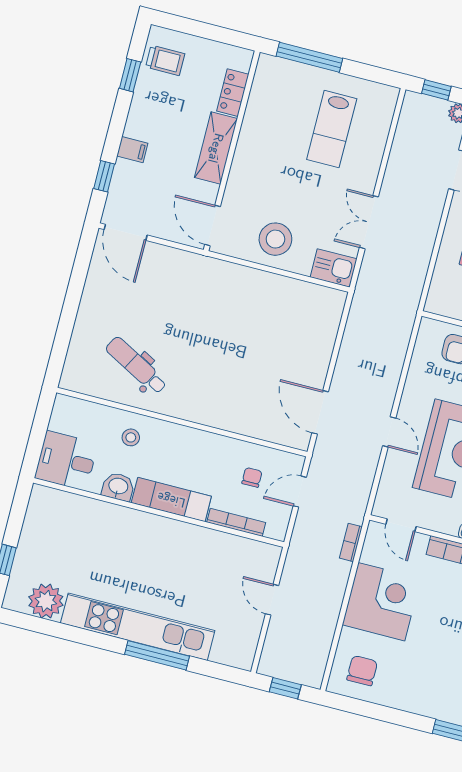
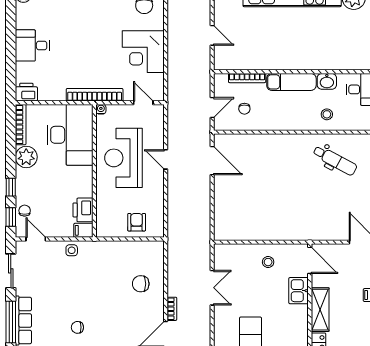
stool: (275, 239) -> (268, 262), width x0.53, depth x0.53
kitchen sink: (334, 268) -> (299, 291), moved, turned 90
bookcase: (351, 542) -> (172, 309), moved

